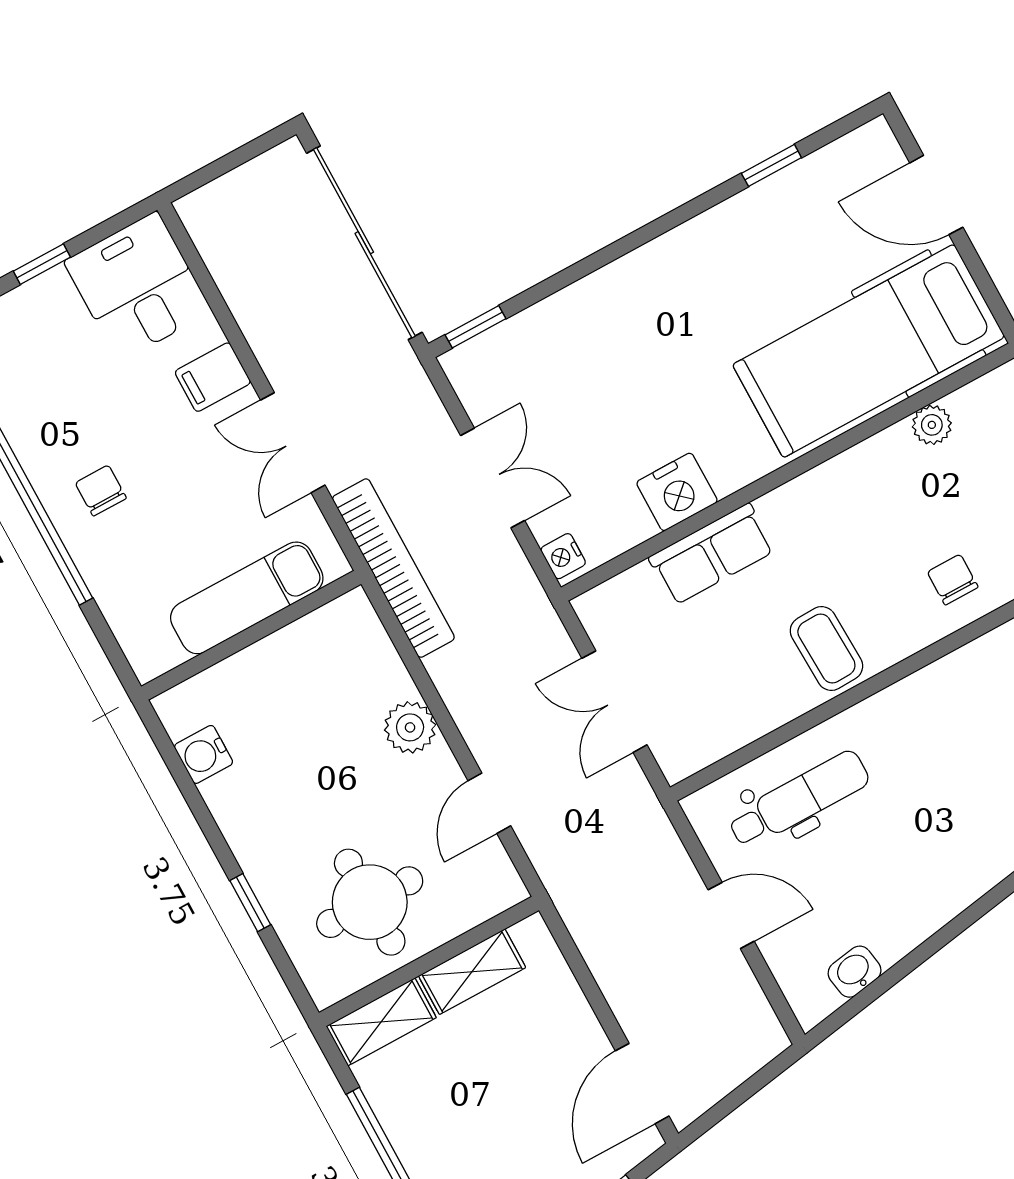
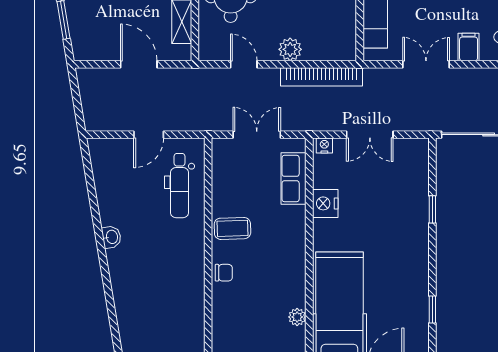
window: (475, 327) -> (432, 209), moved
row of seats: (712, 554) -> (294, 179), moved
bookcase: (393, 568) -> (322, 77), moved
chair: (953, 580) -> (224, 273), moved
washbasin: (855, 972) -> (111, 237), moved
door: (642, 1083) -> (139, 64), moved

